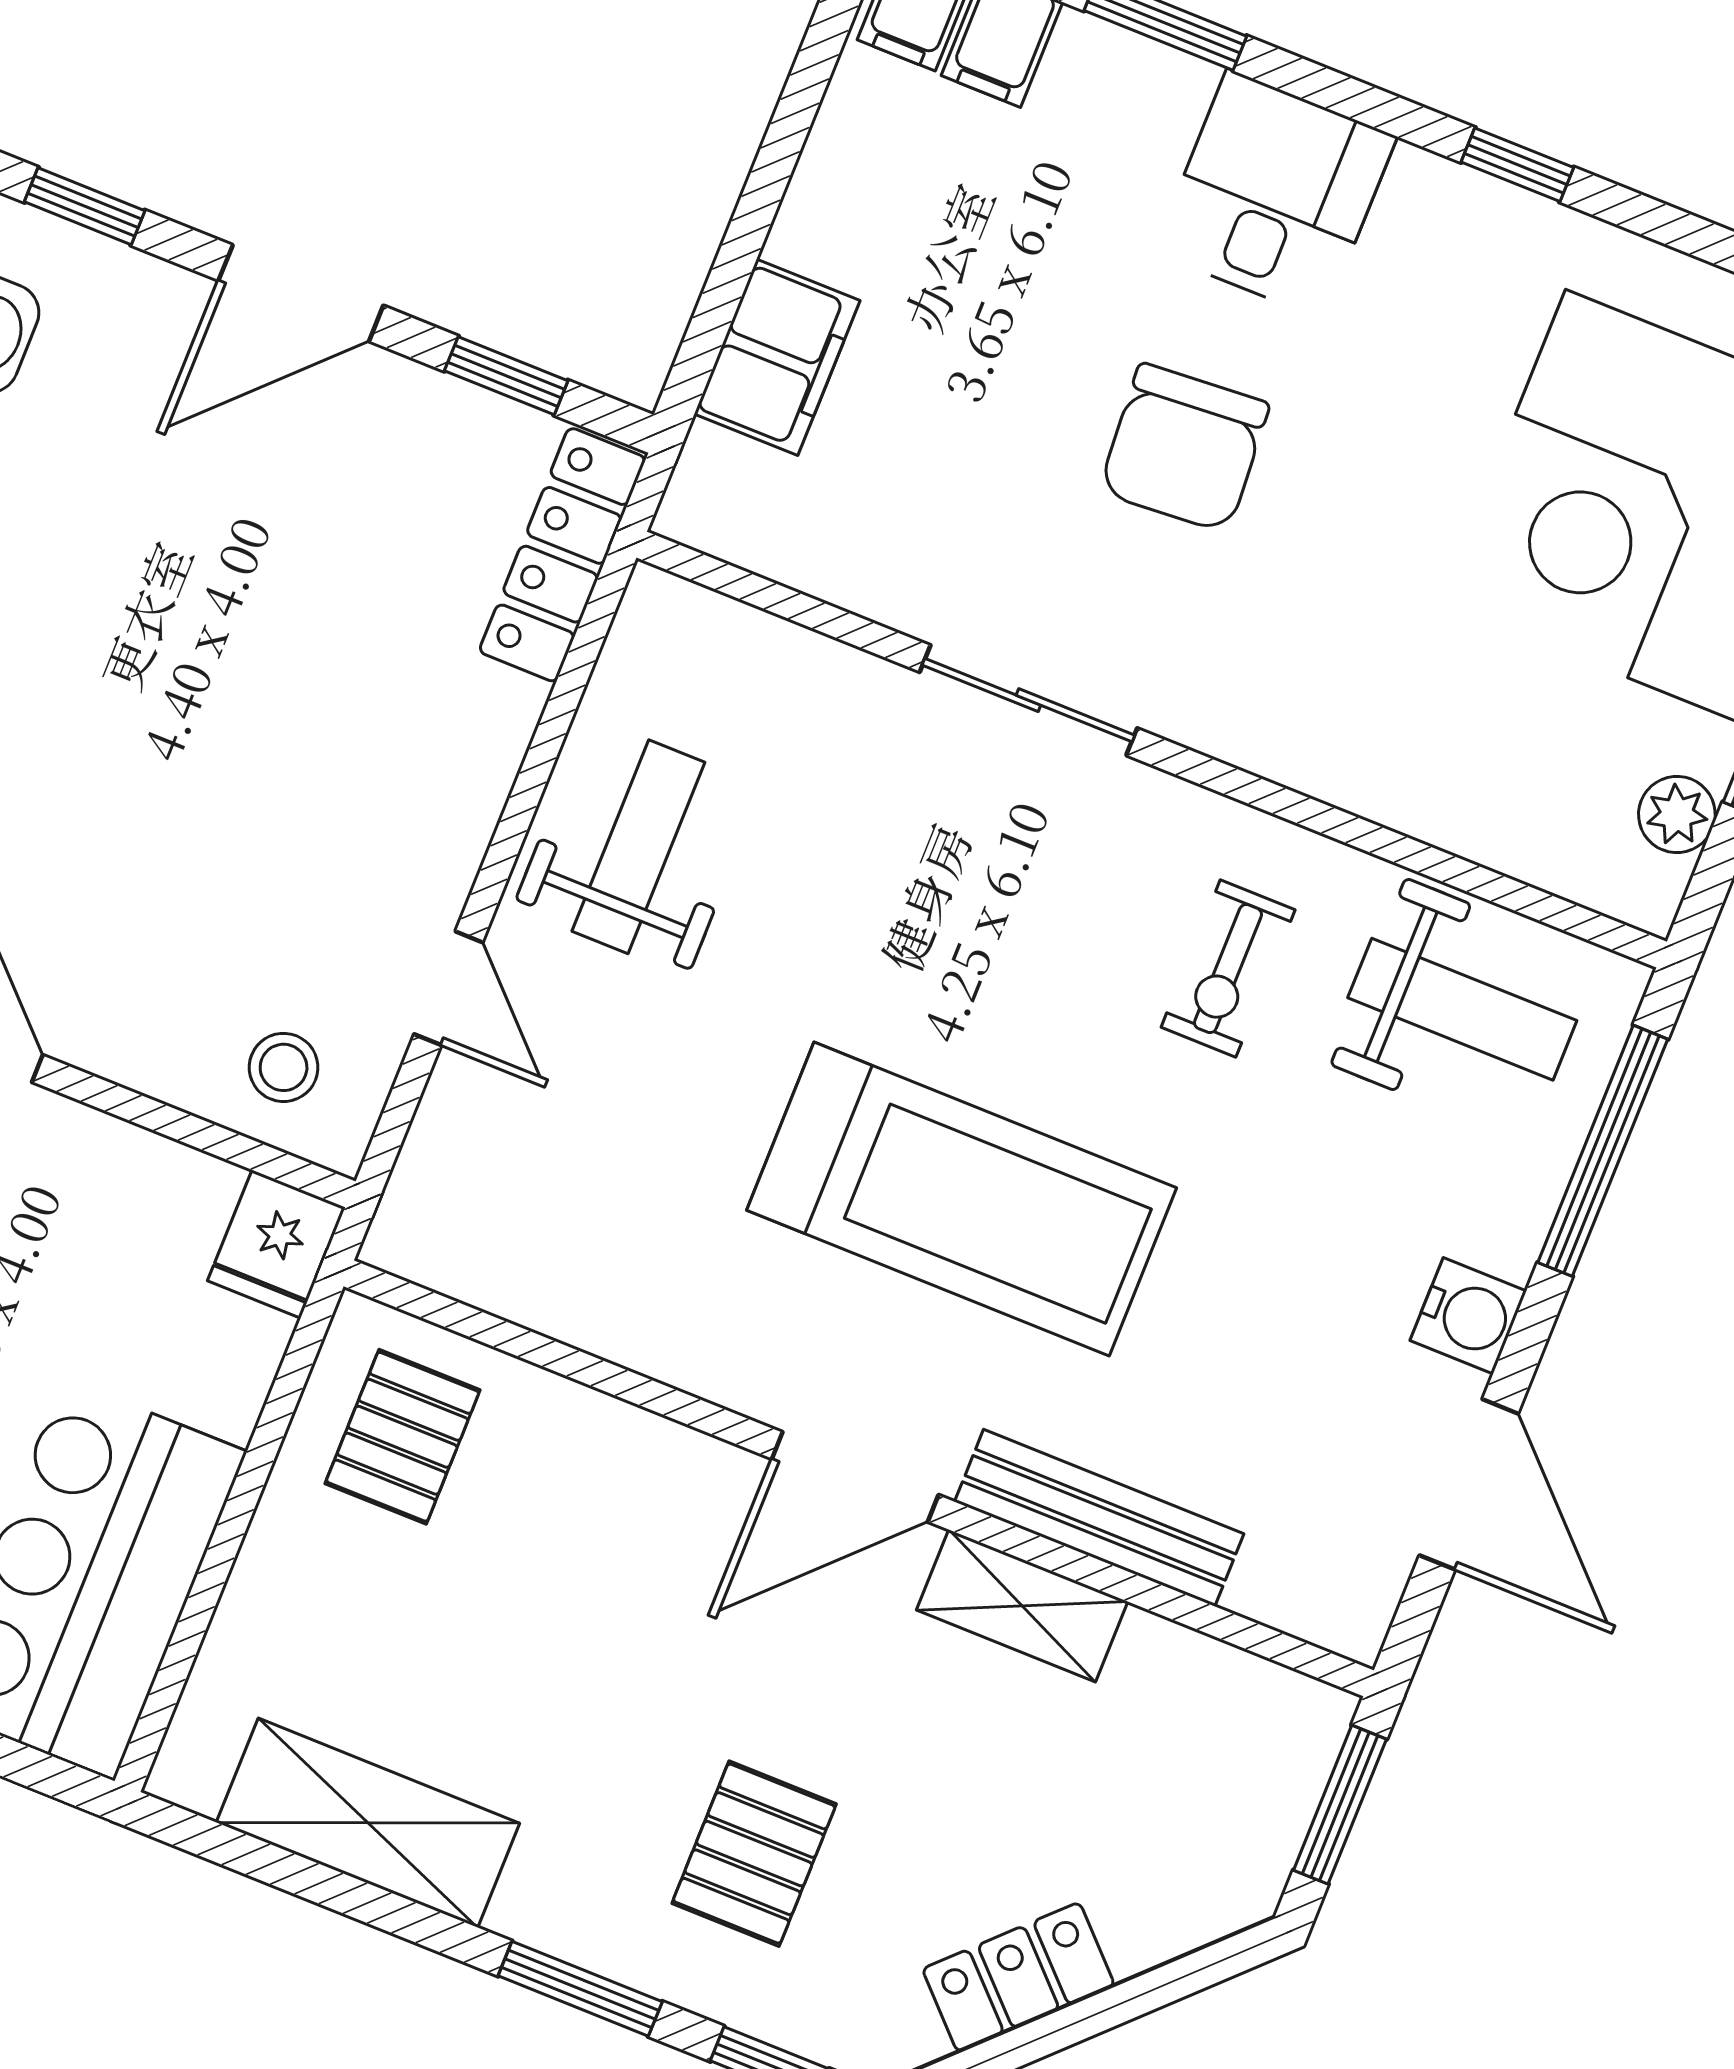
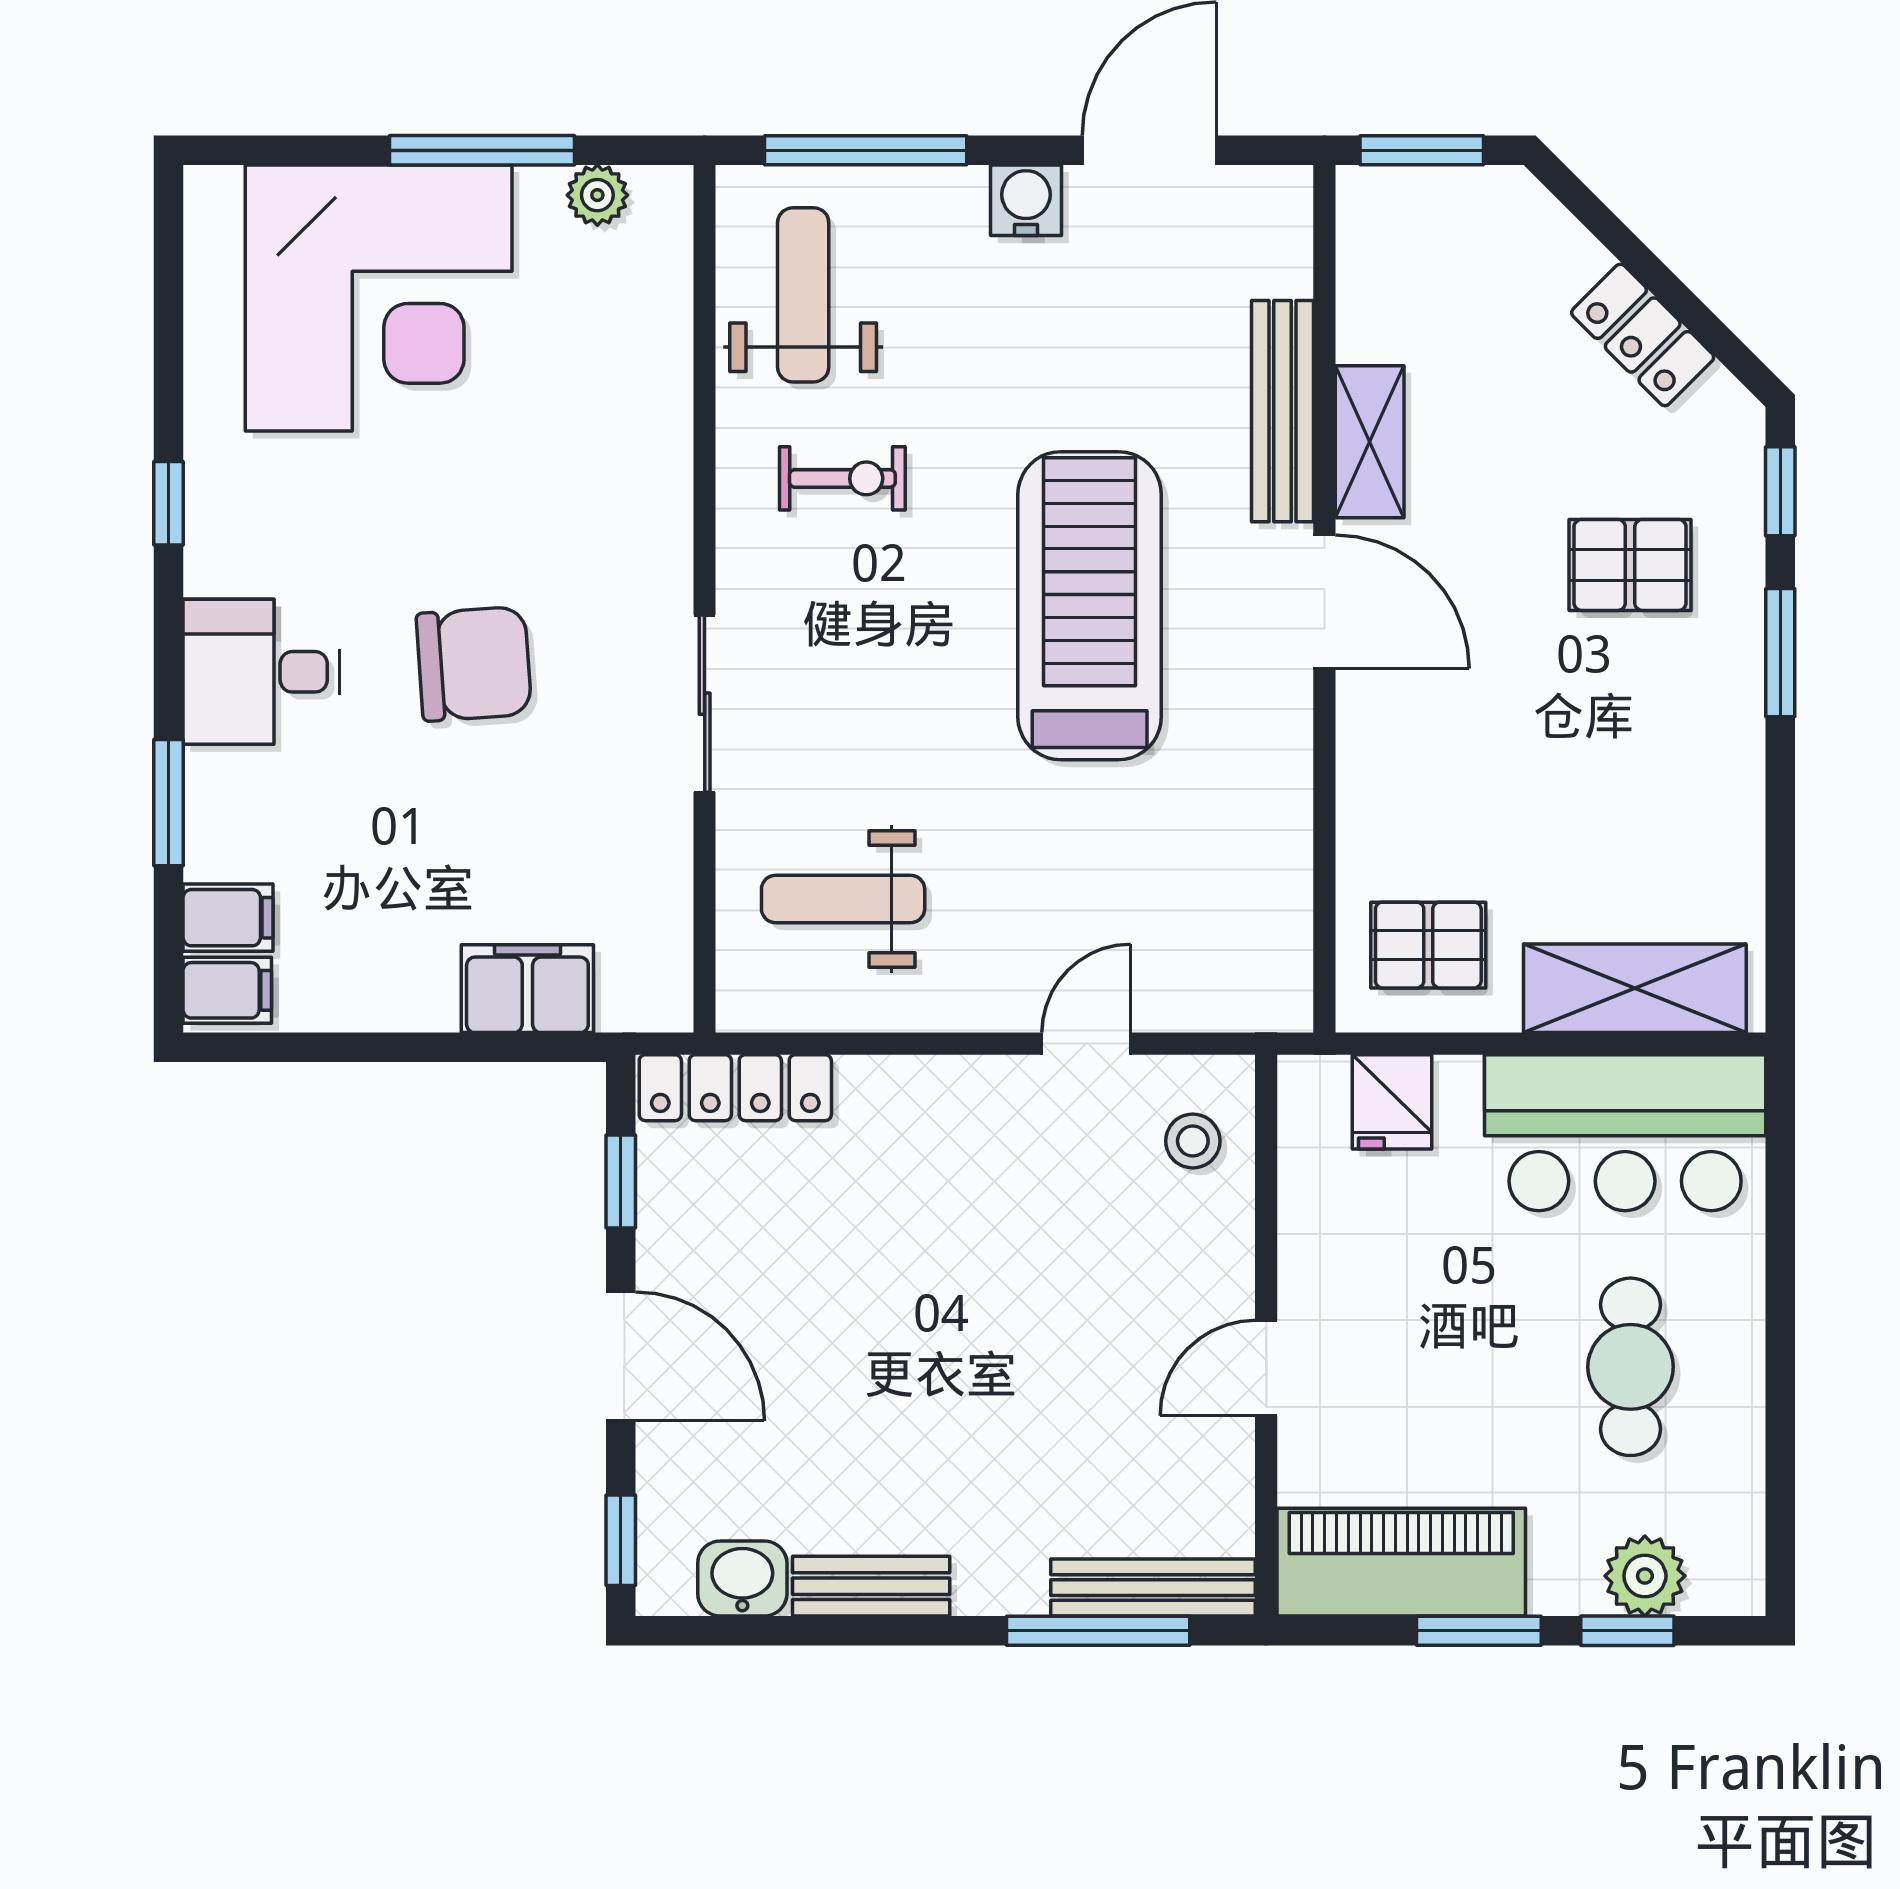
weight bench: (638, 847) -> (843, 899), moved
fridge: (276, 1244) -> (1392, 1102), moved, turned 90
shelving: (368, 1823) -> (1635, 988), moved, turned 90

